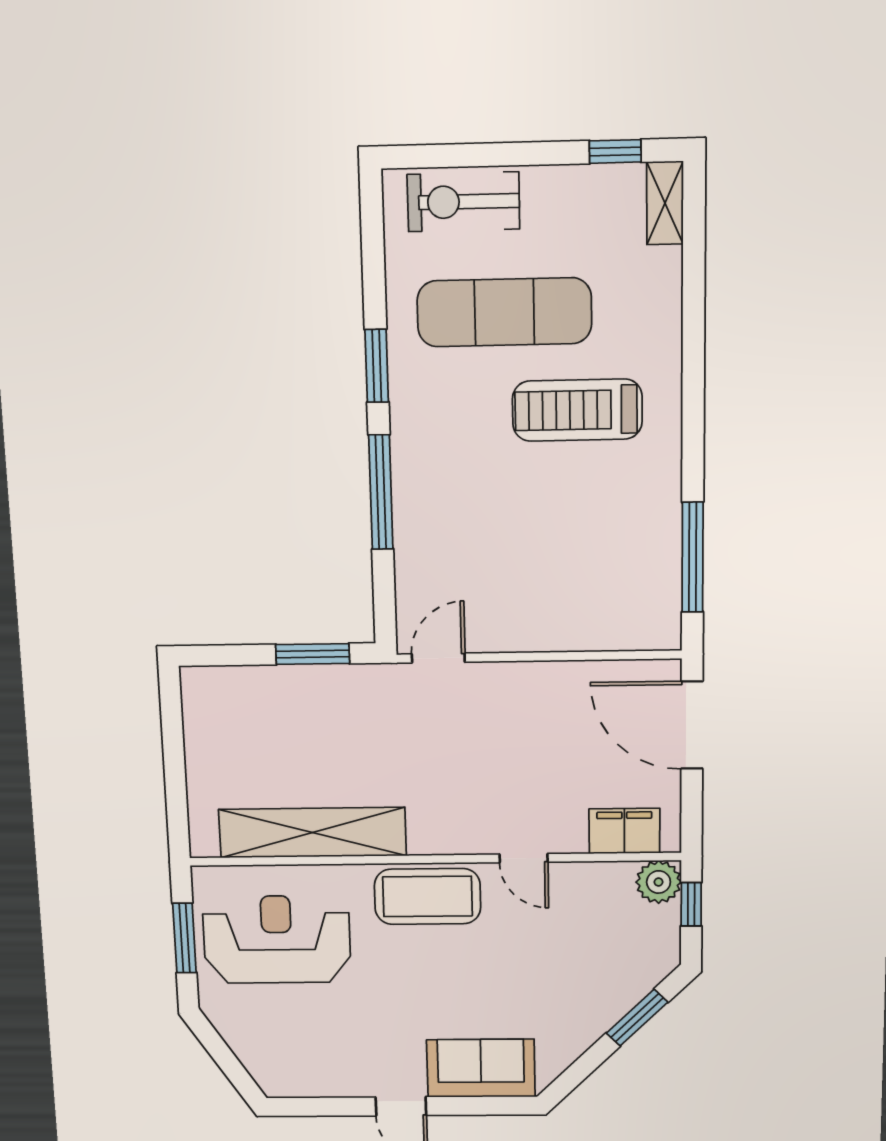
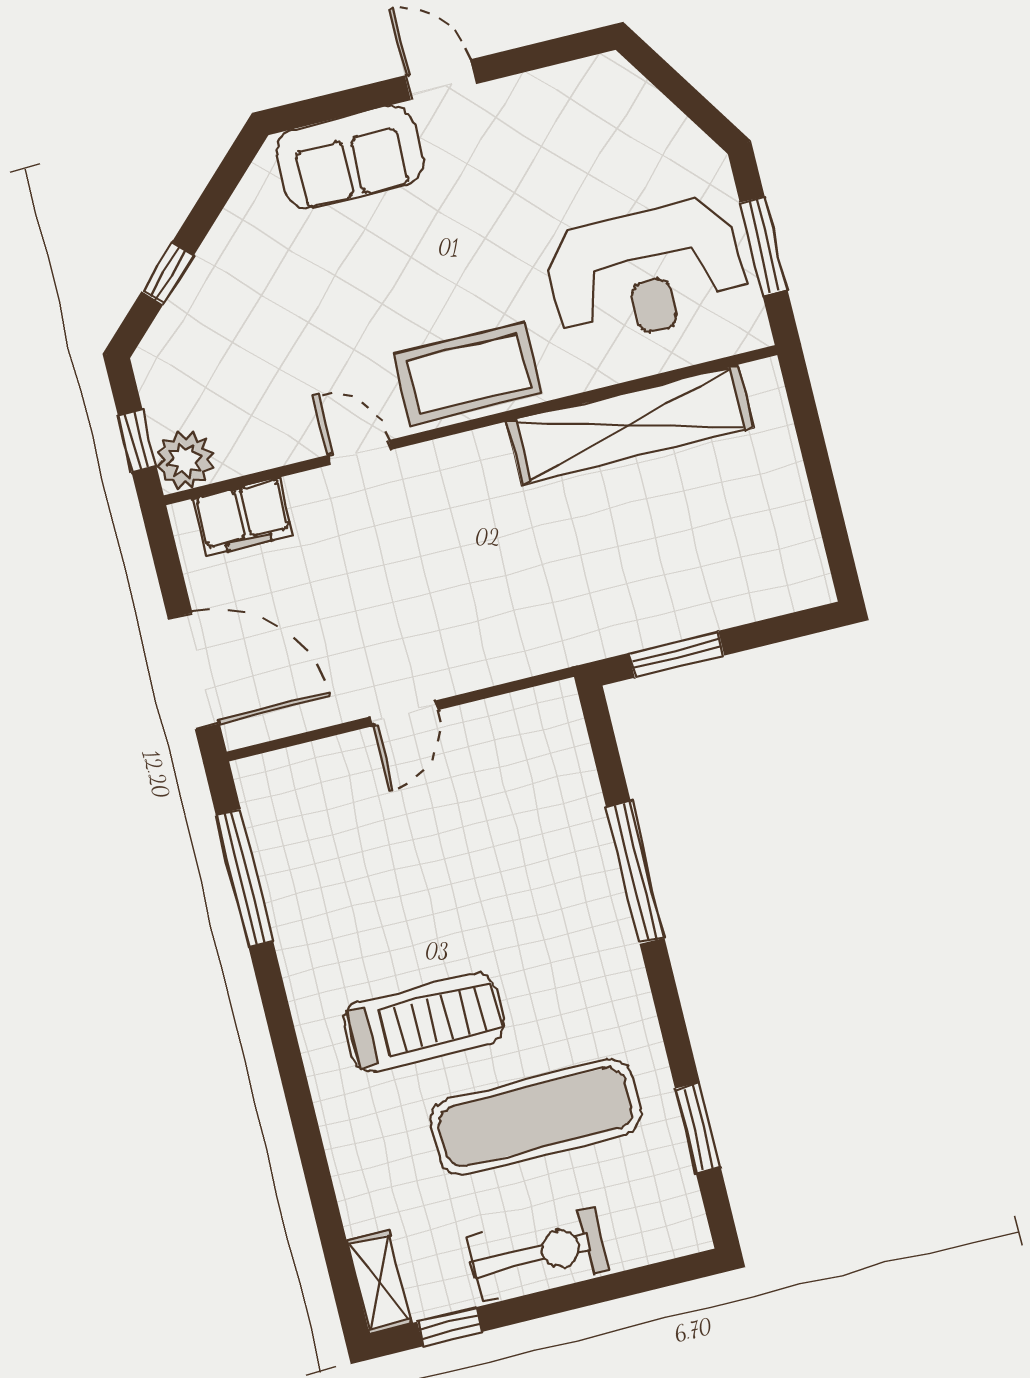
exercise bike: (463, 202) -> (537, 1254), moved
window: (377, 366) -> (698, 1128), moved
door: (438, 658) -> (404, 713), moved
window: (637, 1018) -> (168, 273), width x0.67

